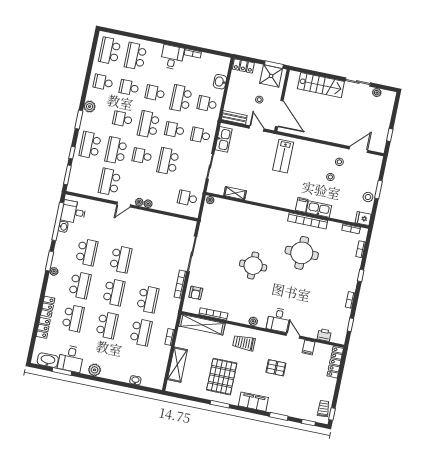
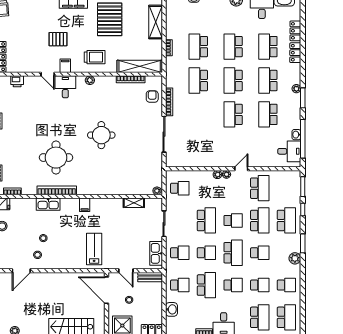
filing cabinet: (302, 205) -> (85, 205), moved
filing cabinet: (308, 347) -> (65, 66), moved

